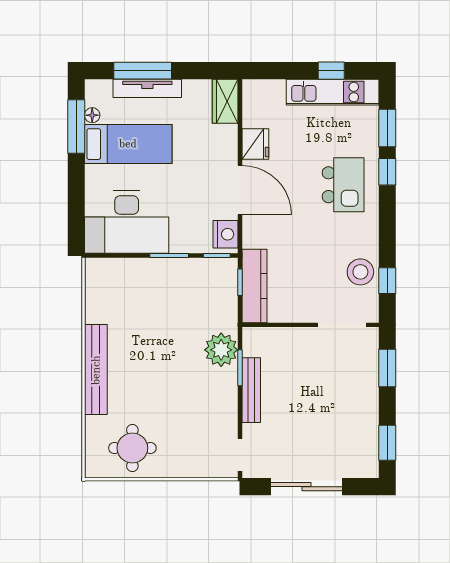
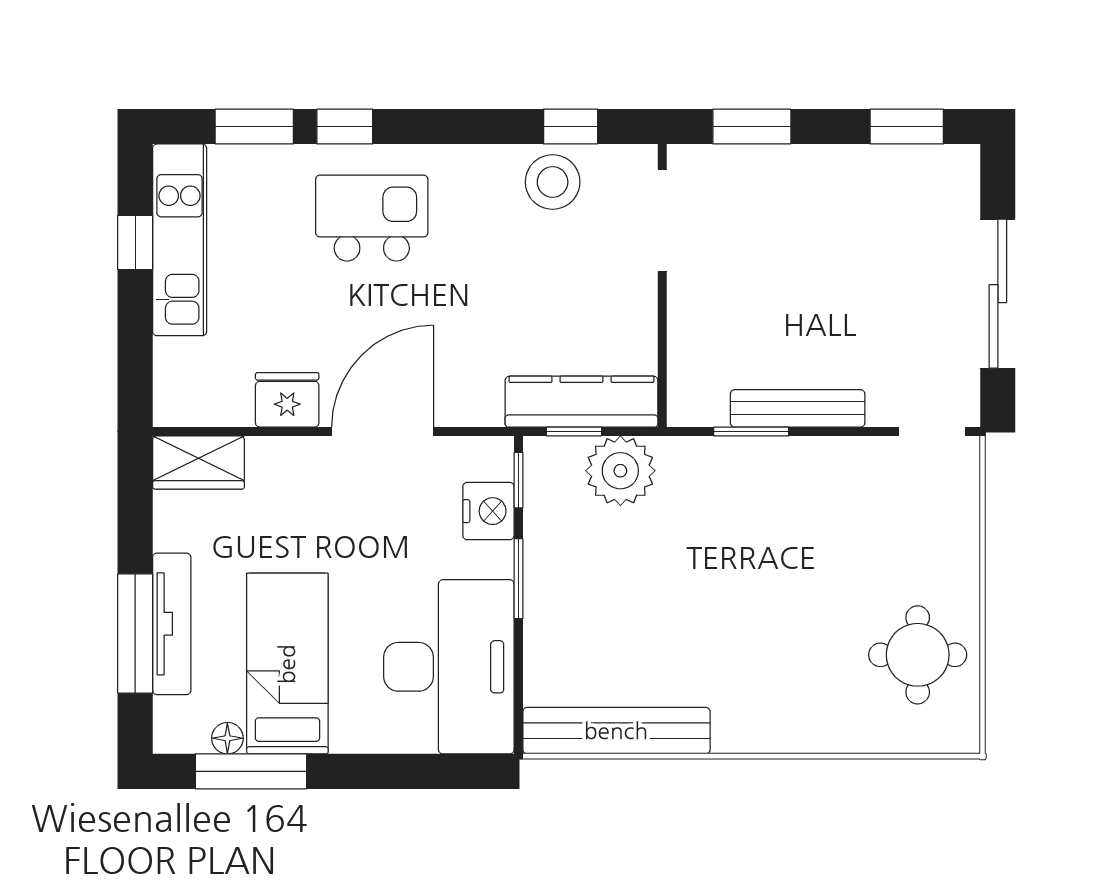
nightstand: (226, 234) -> (488, 511), moved, turned 90
plant: (221, 350) -> (620, 471), moved
bench: (96, 370) -> (616, 731), moved

